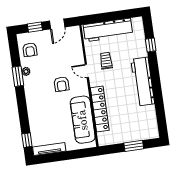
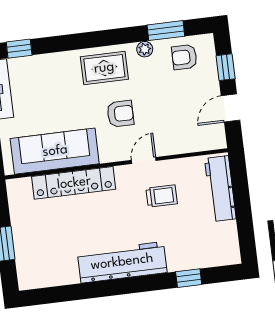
door: (57, 24) -> (231, 108), hinge flipped
workbench: (108, 30) -> (220, 189), width x0.73, depth x0.76
window: (18, 76) -> (166, 31), moved
armchair: (62, 84) -> (120, 114), turned 180
rug: (37, 93) -> (104, 68), added

